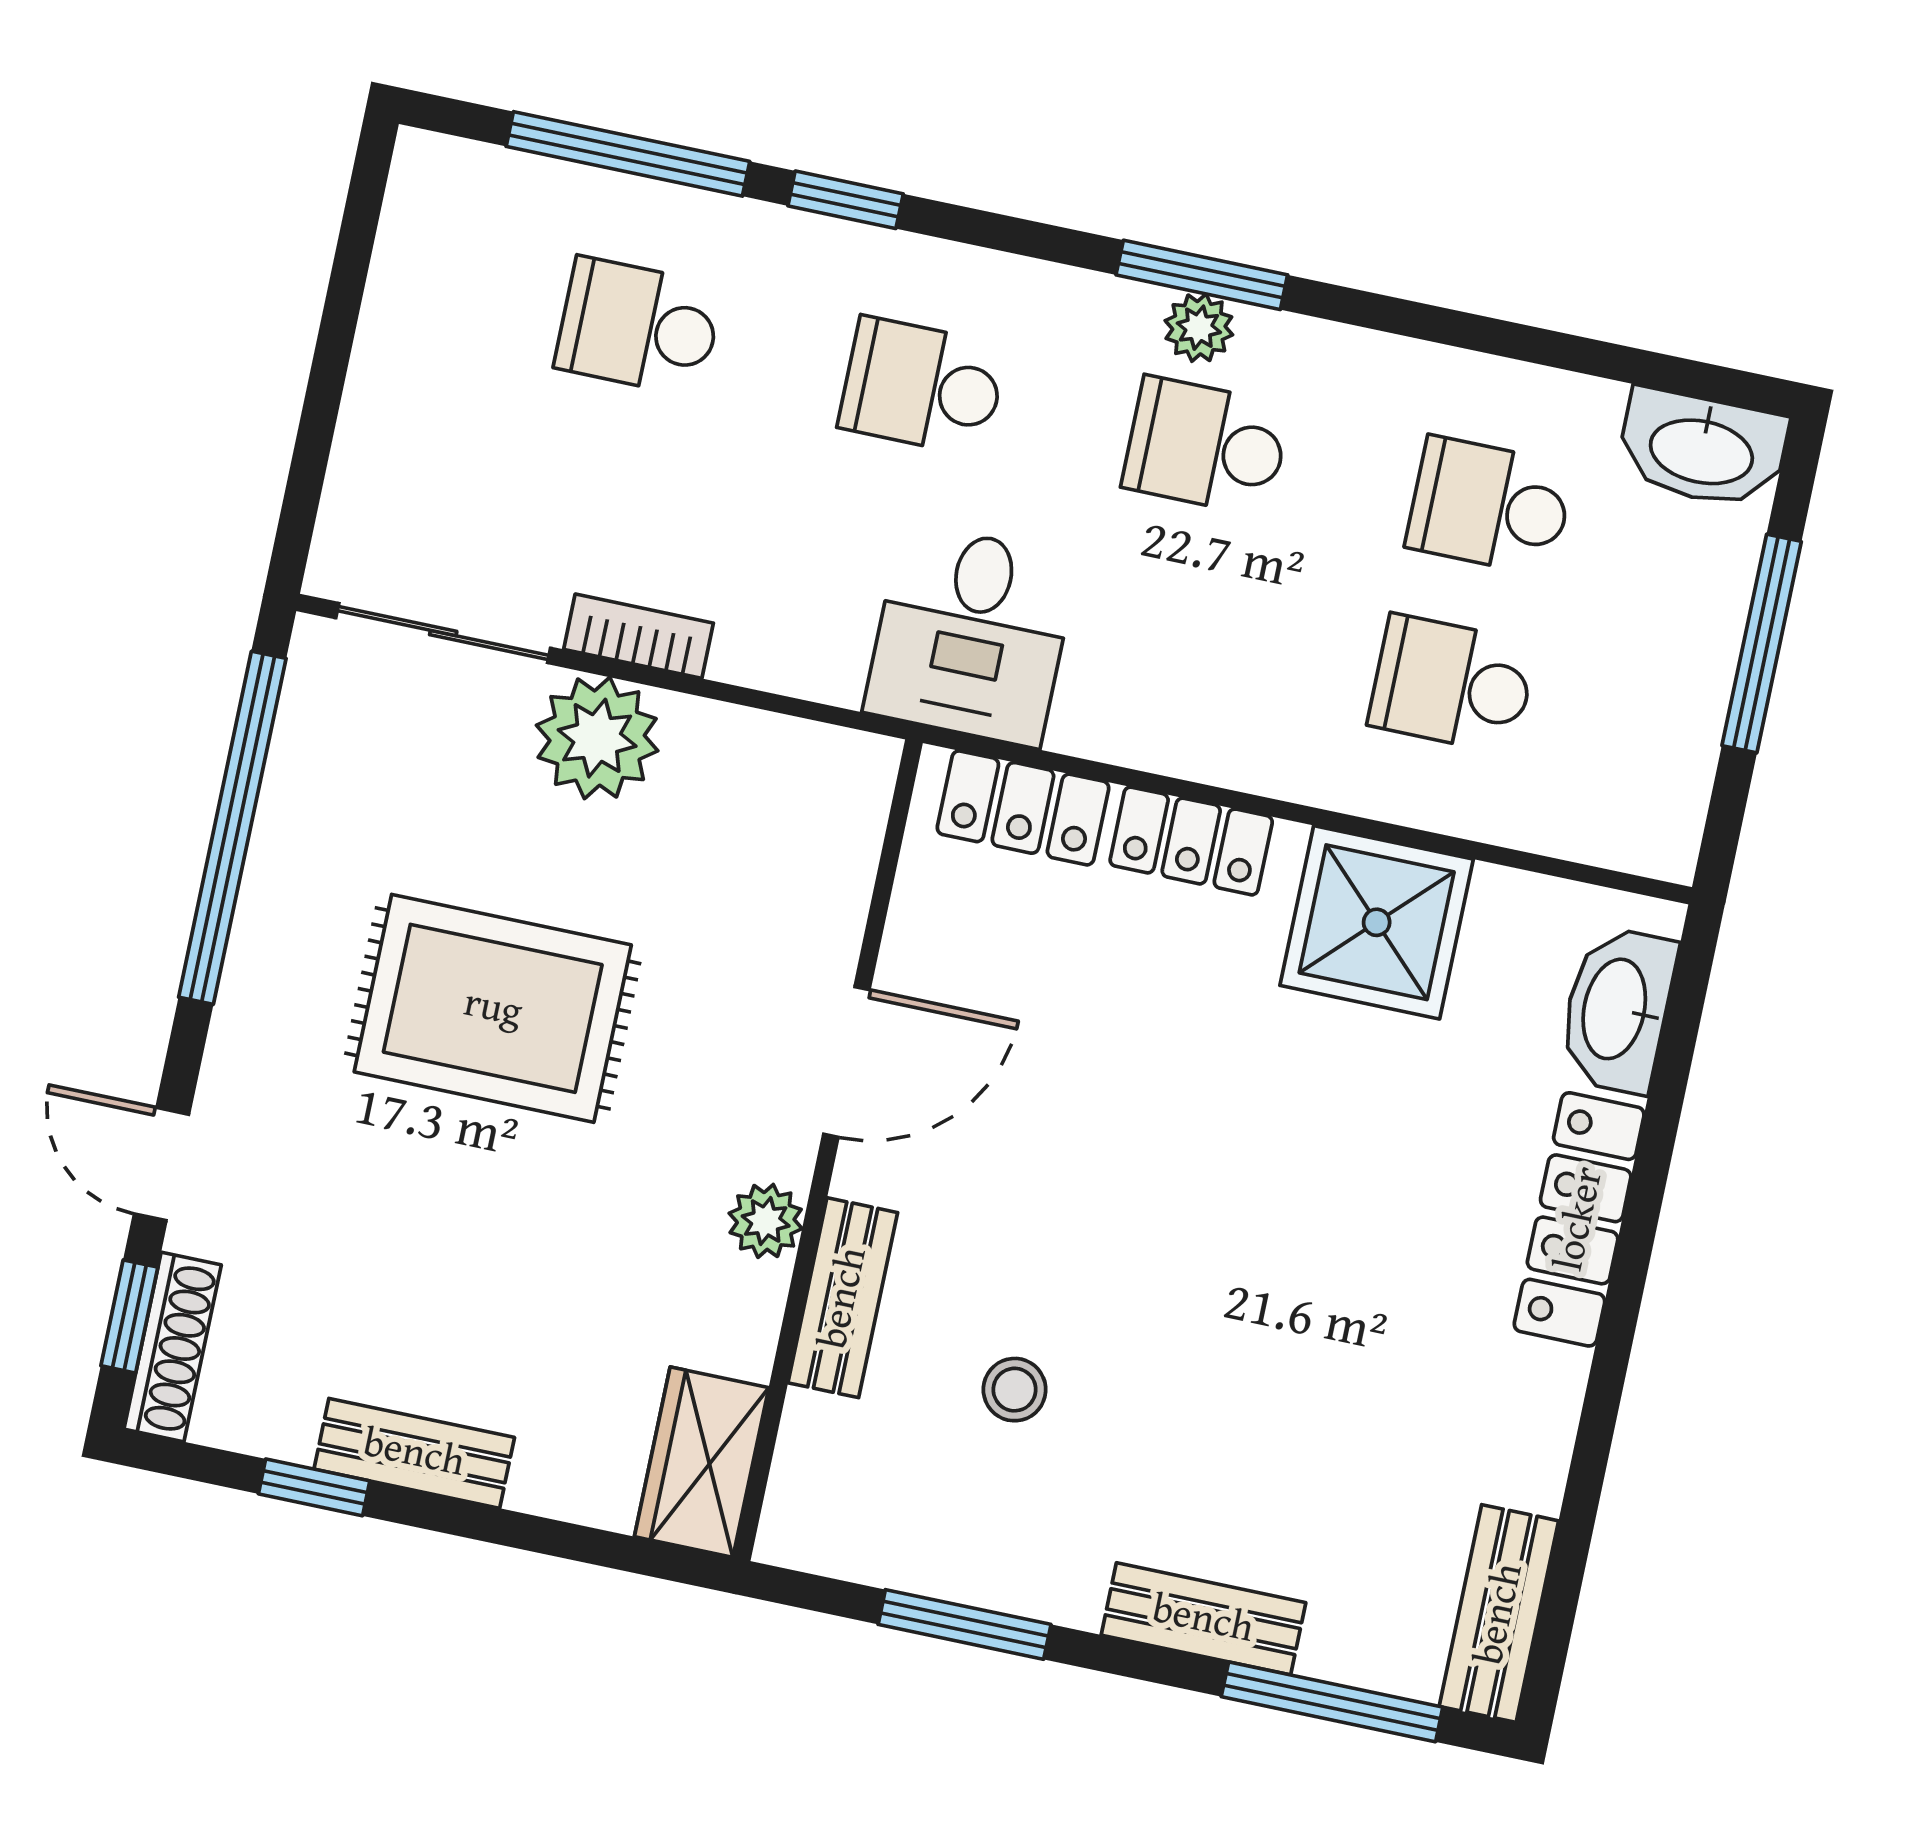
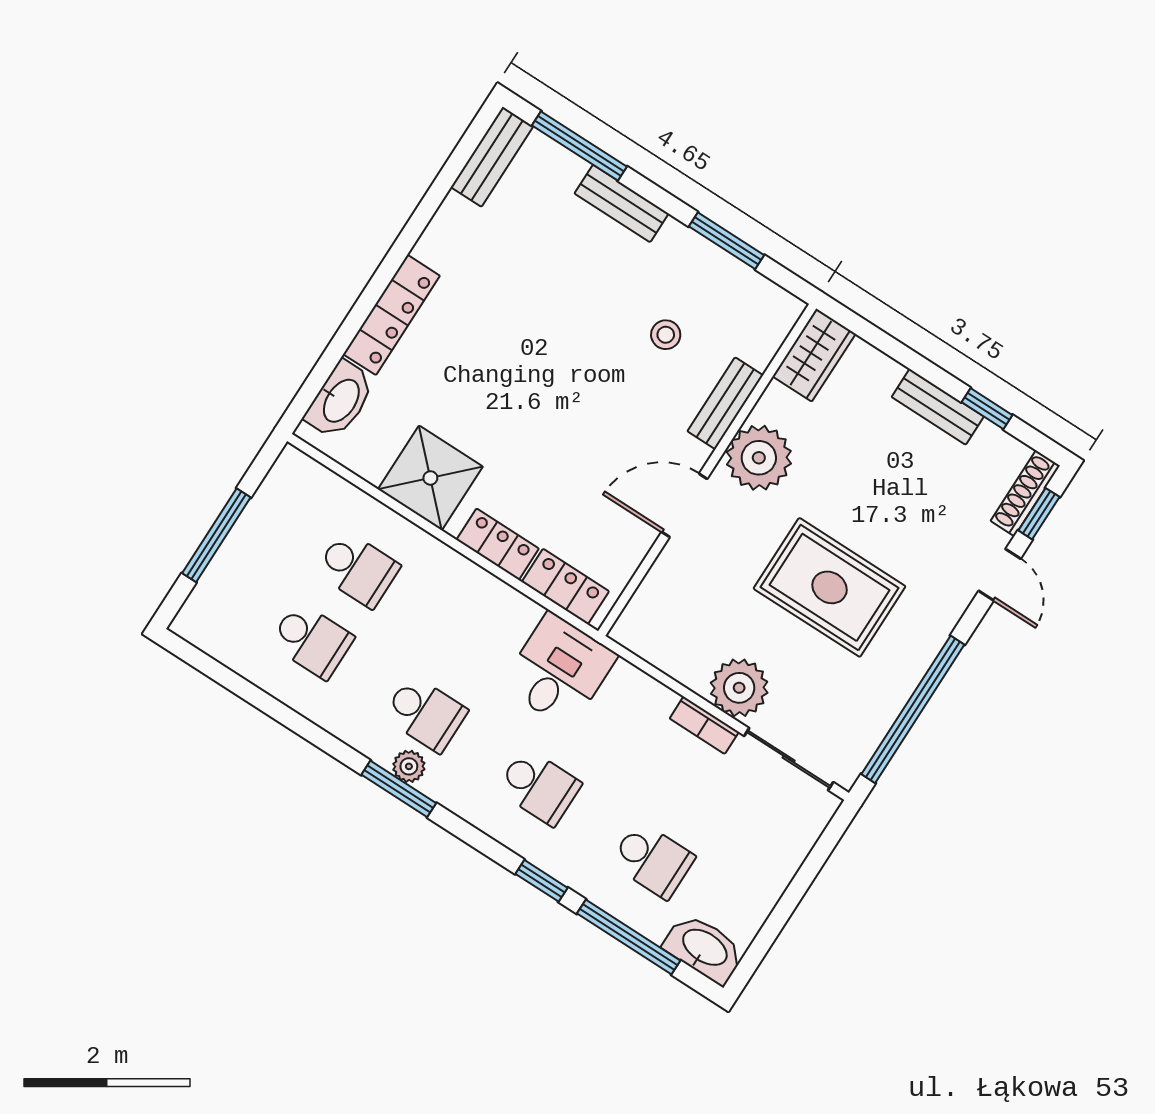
washbasin: (1702, 449) -> (704, 948), moved
plant: (766, 1221) -> (759, 458), width x1.88, depth x1.88

